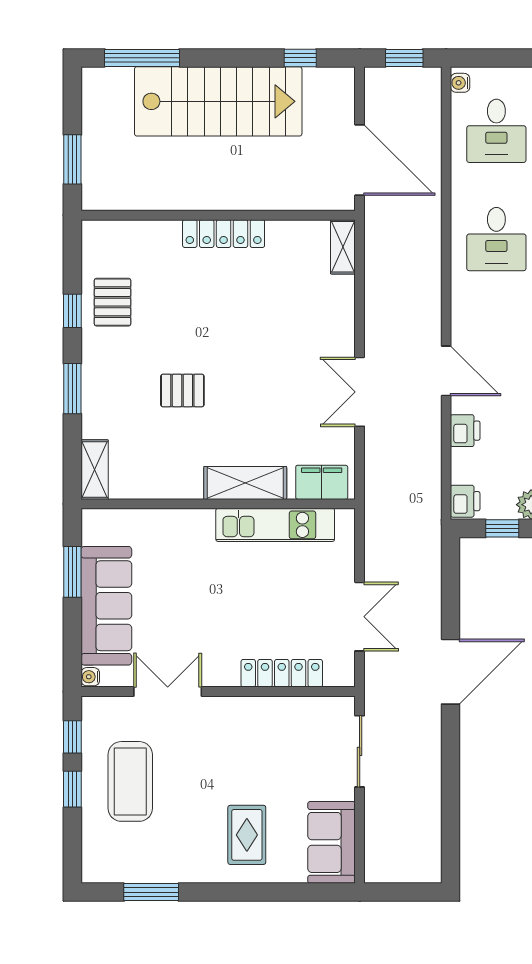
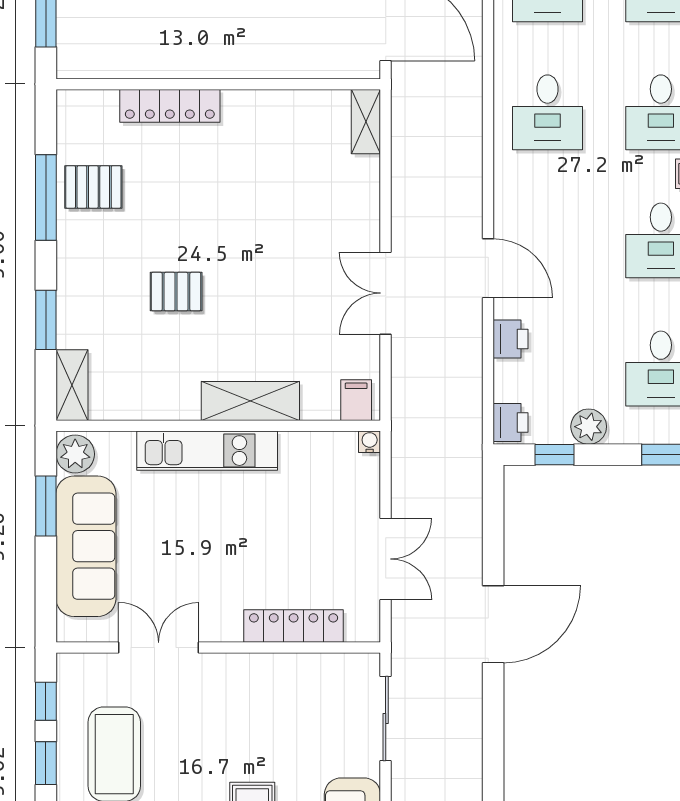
locker: (224, 234) -> (170, 106), moved
pallet: (113, 302) -> (93, 187), turned 90
window: (72, 311) -> (46, 197), width x2.17
window: (72, 389) -> (46, 320), moved
filing cabinet: (322, 482) -> (356, 400), width x0.50
kitchen unit: (275, 525) -> (207, 451), moved
plant: (97, 528) -> (75, 454), added
water cooler: (90, 677) -> (370, 442), moved, turned 90

